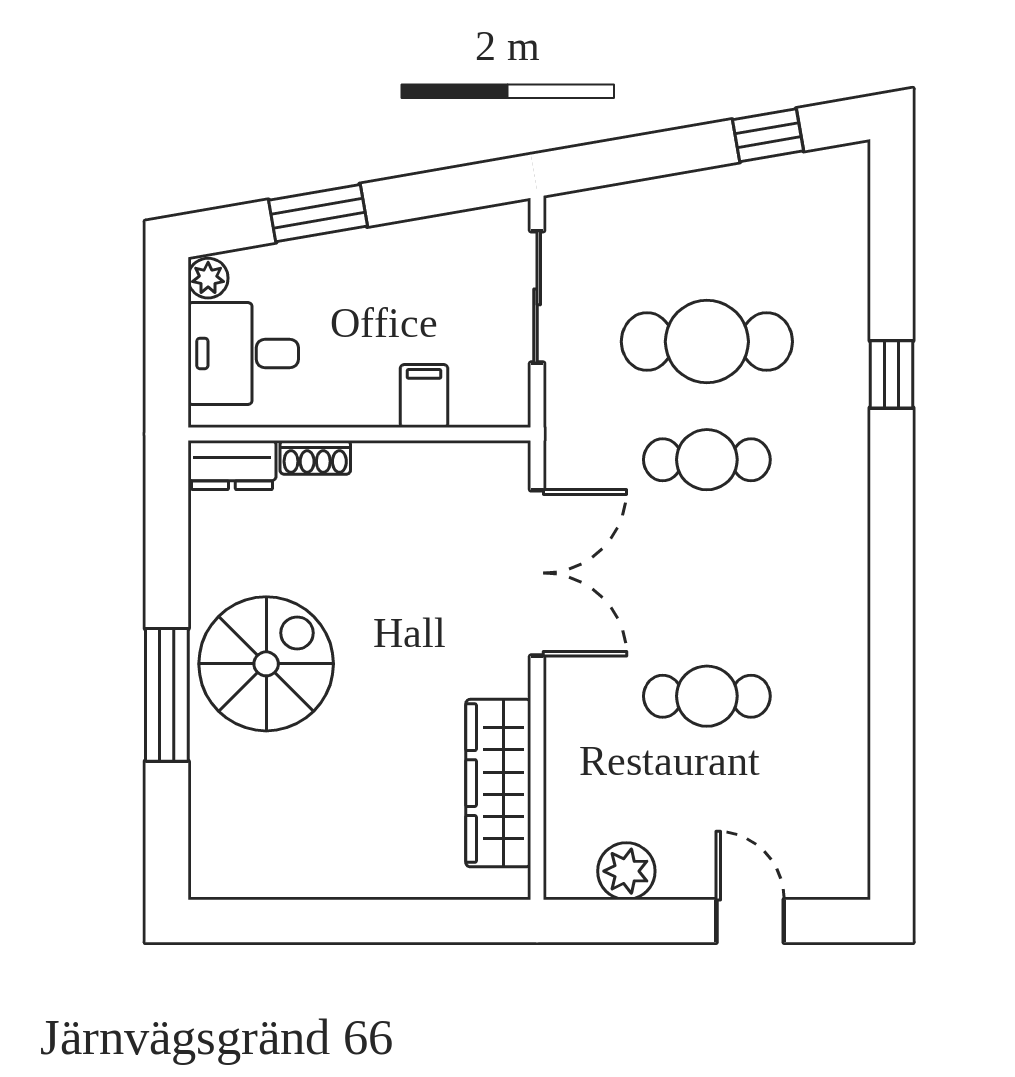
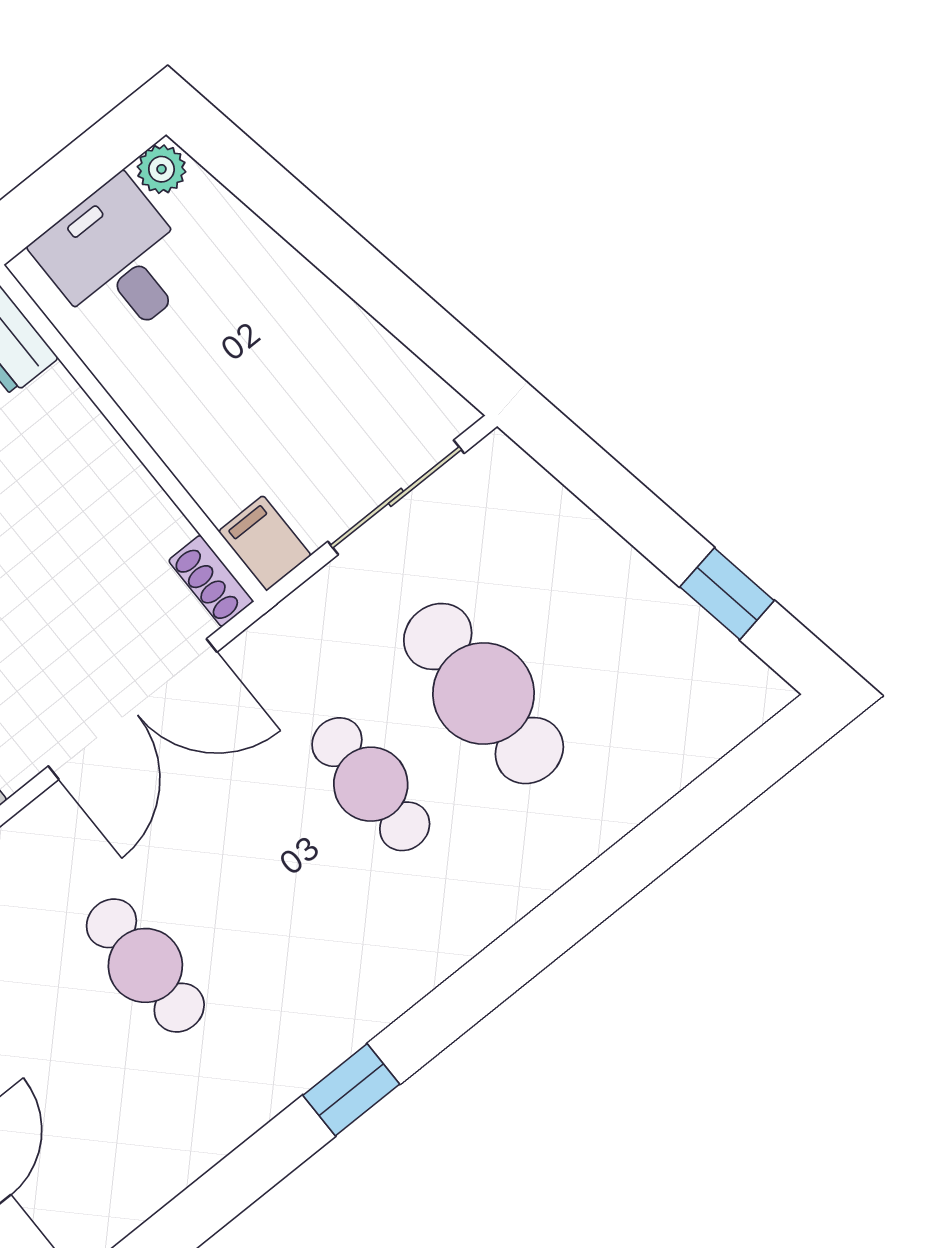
window: (318, 213) -> (308, 224), removed
window: (891, 374) -> (351, 1090), moved
filing cabinet: (424, 396) -> (265, 543), moved, turned -90
shoe rack: (315, 457) -> (211, 581), moved

